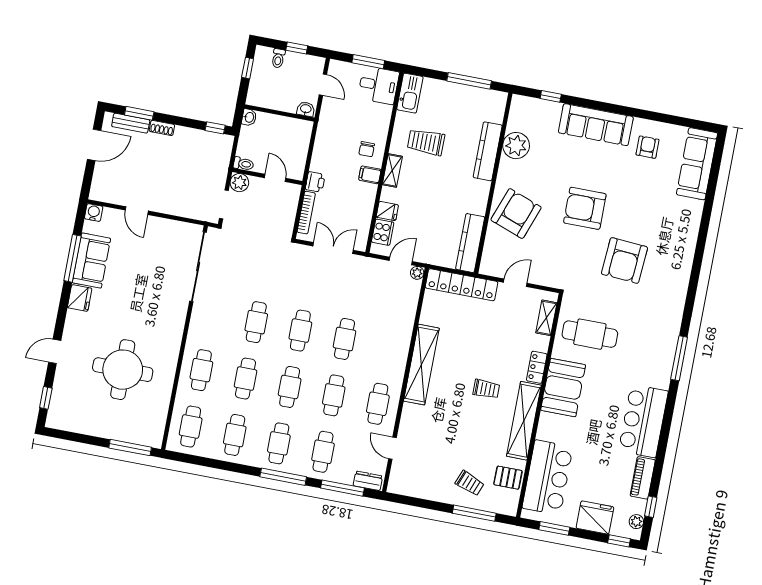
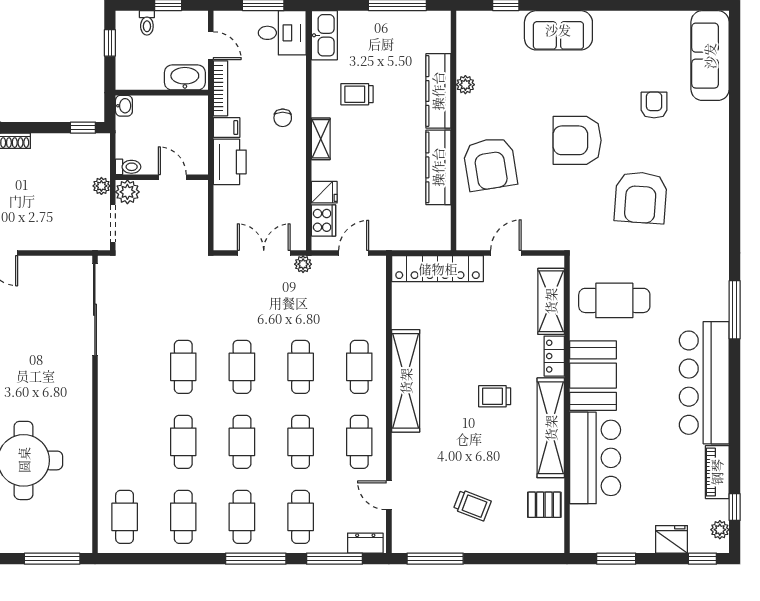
washbasin: (306, 109) -> (185, 77), width x1.91, depth x1.45
sofa: (596, 125) -> (558, 30), width x0.73
trolley: (426, 142) -> (357, 94), width x0.73, depth x0.72
plant: (516, 146) -> (465, 85), width x0.53, depth x0.53
armchair: (647, 147) -> (654, 105), moved
plant: (221, 174) -> (101, 186), added
filing cabinet: (370, 175) -> (227, 128), moved, turned 180
printer: (315, 182) -> (230, 162), width x1.87, depth x1.48
bookcase: (306, 213) -> (220, 88), moved
armchair: (516, 214) -> (490, 164), turned 151
kitchen counter: (470, 243) -> (438, 167), moved
plant: (417, 273) -> (303, 264), moved
shelving: (546, 318) -> (551, 301), width x1.50, depth x1.33
cafe table: (201, 370) -> (359, 367), moved
trolley: (486, 389) -> (495, 396), turned 180
bar counter: (643, 421) -> (704, 383), width x1.36
bar counter: (548, 477) -> (595, 458), moved
trolley: (470, 483) -> (472, 505), moved
window: (474, 513) -> (435, 559), moved
fridge: (595, 518) -> (671, 539), width x0.73, depth x0.75

